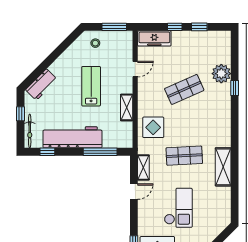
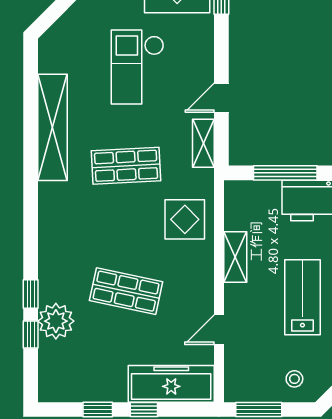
freezer: (154, 38) -> (171, 384), width x1.36, depth x1.26
window: (235, 67) -> (31, 334), added
lab bench: (91, 86) -> (302, 297), turned 180
shop shelf: (184, 89) -> (126, 291), turned 36
shelving: (223, 167) -> (52, 127), width x1.47

